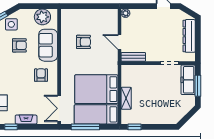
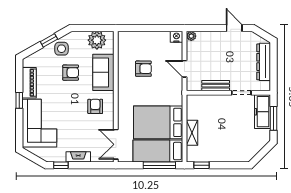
nightstand: (112, 14) -> (176, 37), added
bench: (133, 57) -> (216, 86), moved
window: (85, 127) -> (159, 165), moved

